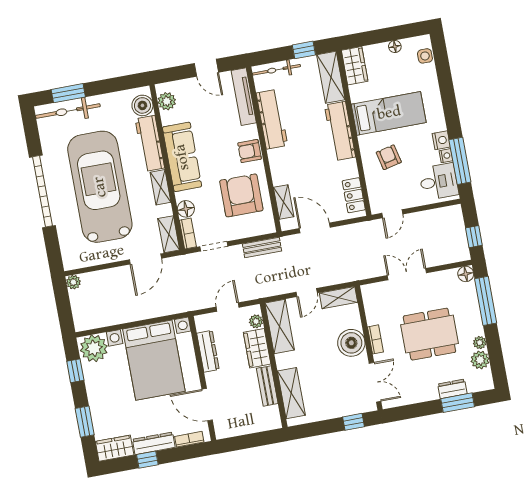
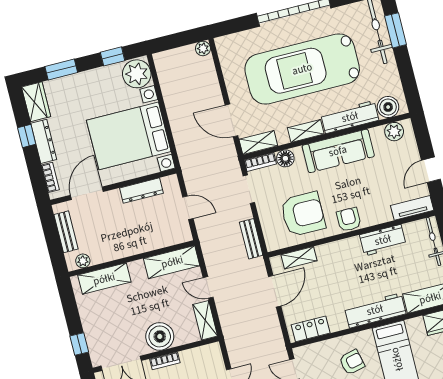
tv unit: (244, 97) -> (412, 208), width x0.71
workbench: (272, 119) -> (383, 240), width x0.73
car: (100, 187) -> (302, 69), turned 180
plant: (256, 321) -> (83, 261), moved
wardrobe: (257, 348) -> (148, 241), removed
bench: (267, 386) -> (66, 232), moved, turned 90

